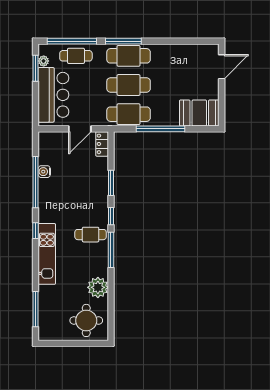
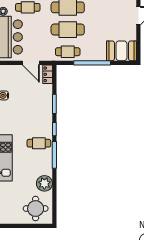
cafe table: (129, 114) -> (68, 52), width x0.73, depth x0.74
door: (80, 129) -> (31, 63), hinge flipped

